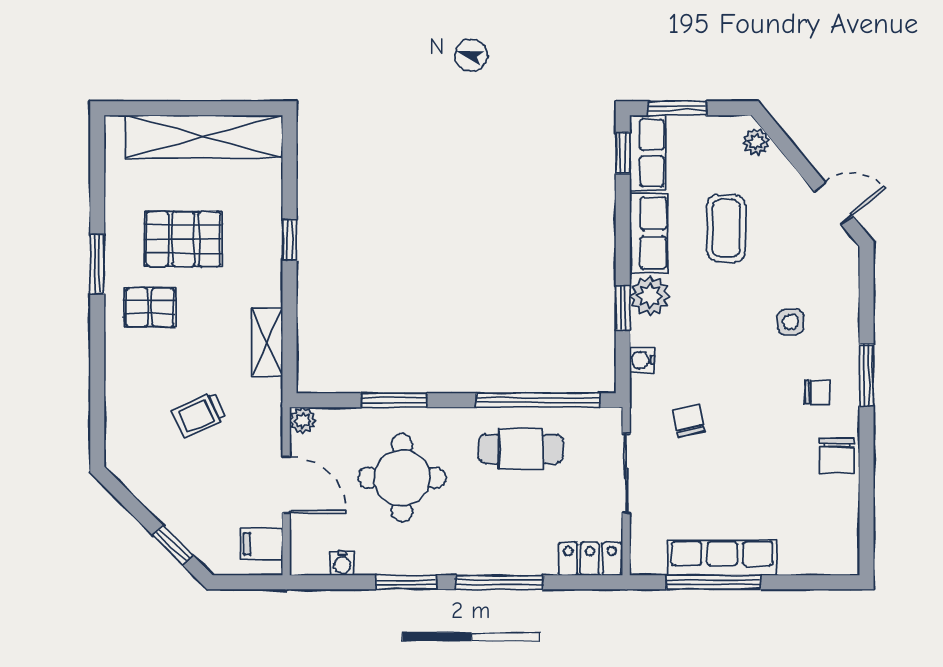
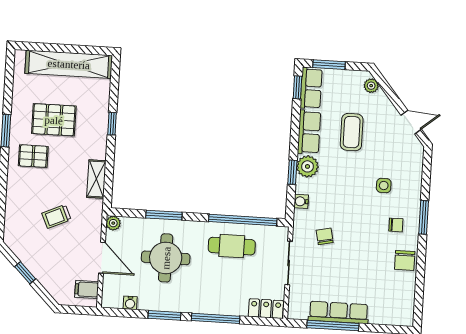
window: (173, 545) -> (25, 273), moved

